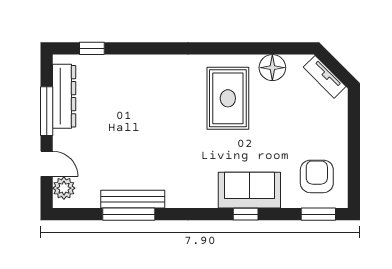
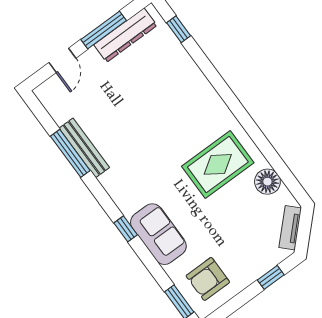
window: (354, 123) -> (271, 277), added
armchair: (317, 176) -> (208, 279), turned 180
plant: (64, 188) -> (53, 88), removed
window: (246, 214) -> (126, 229), moved

